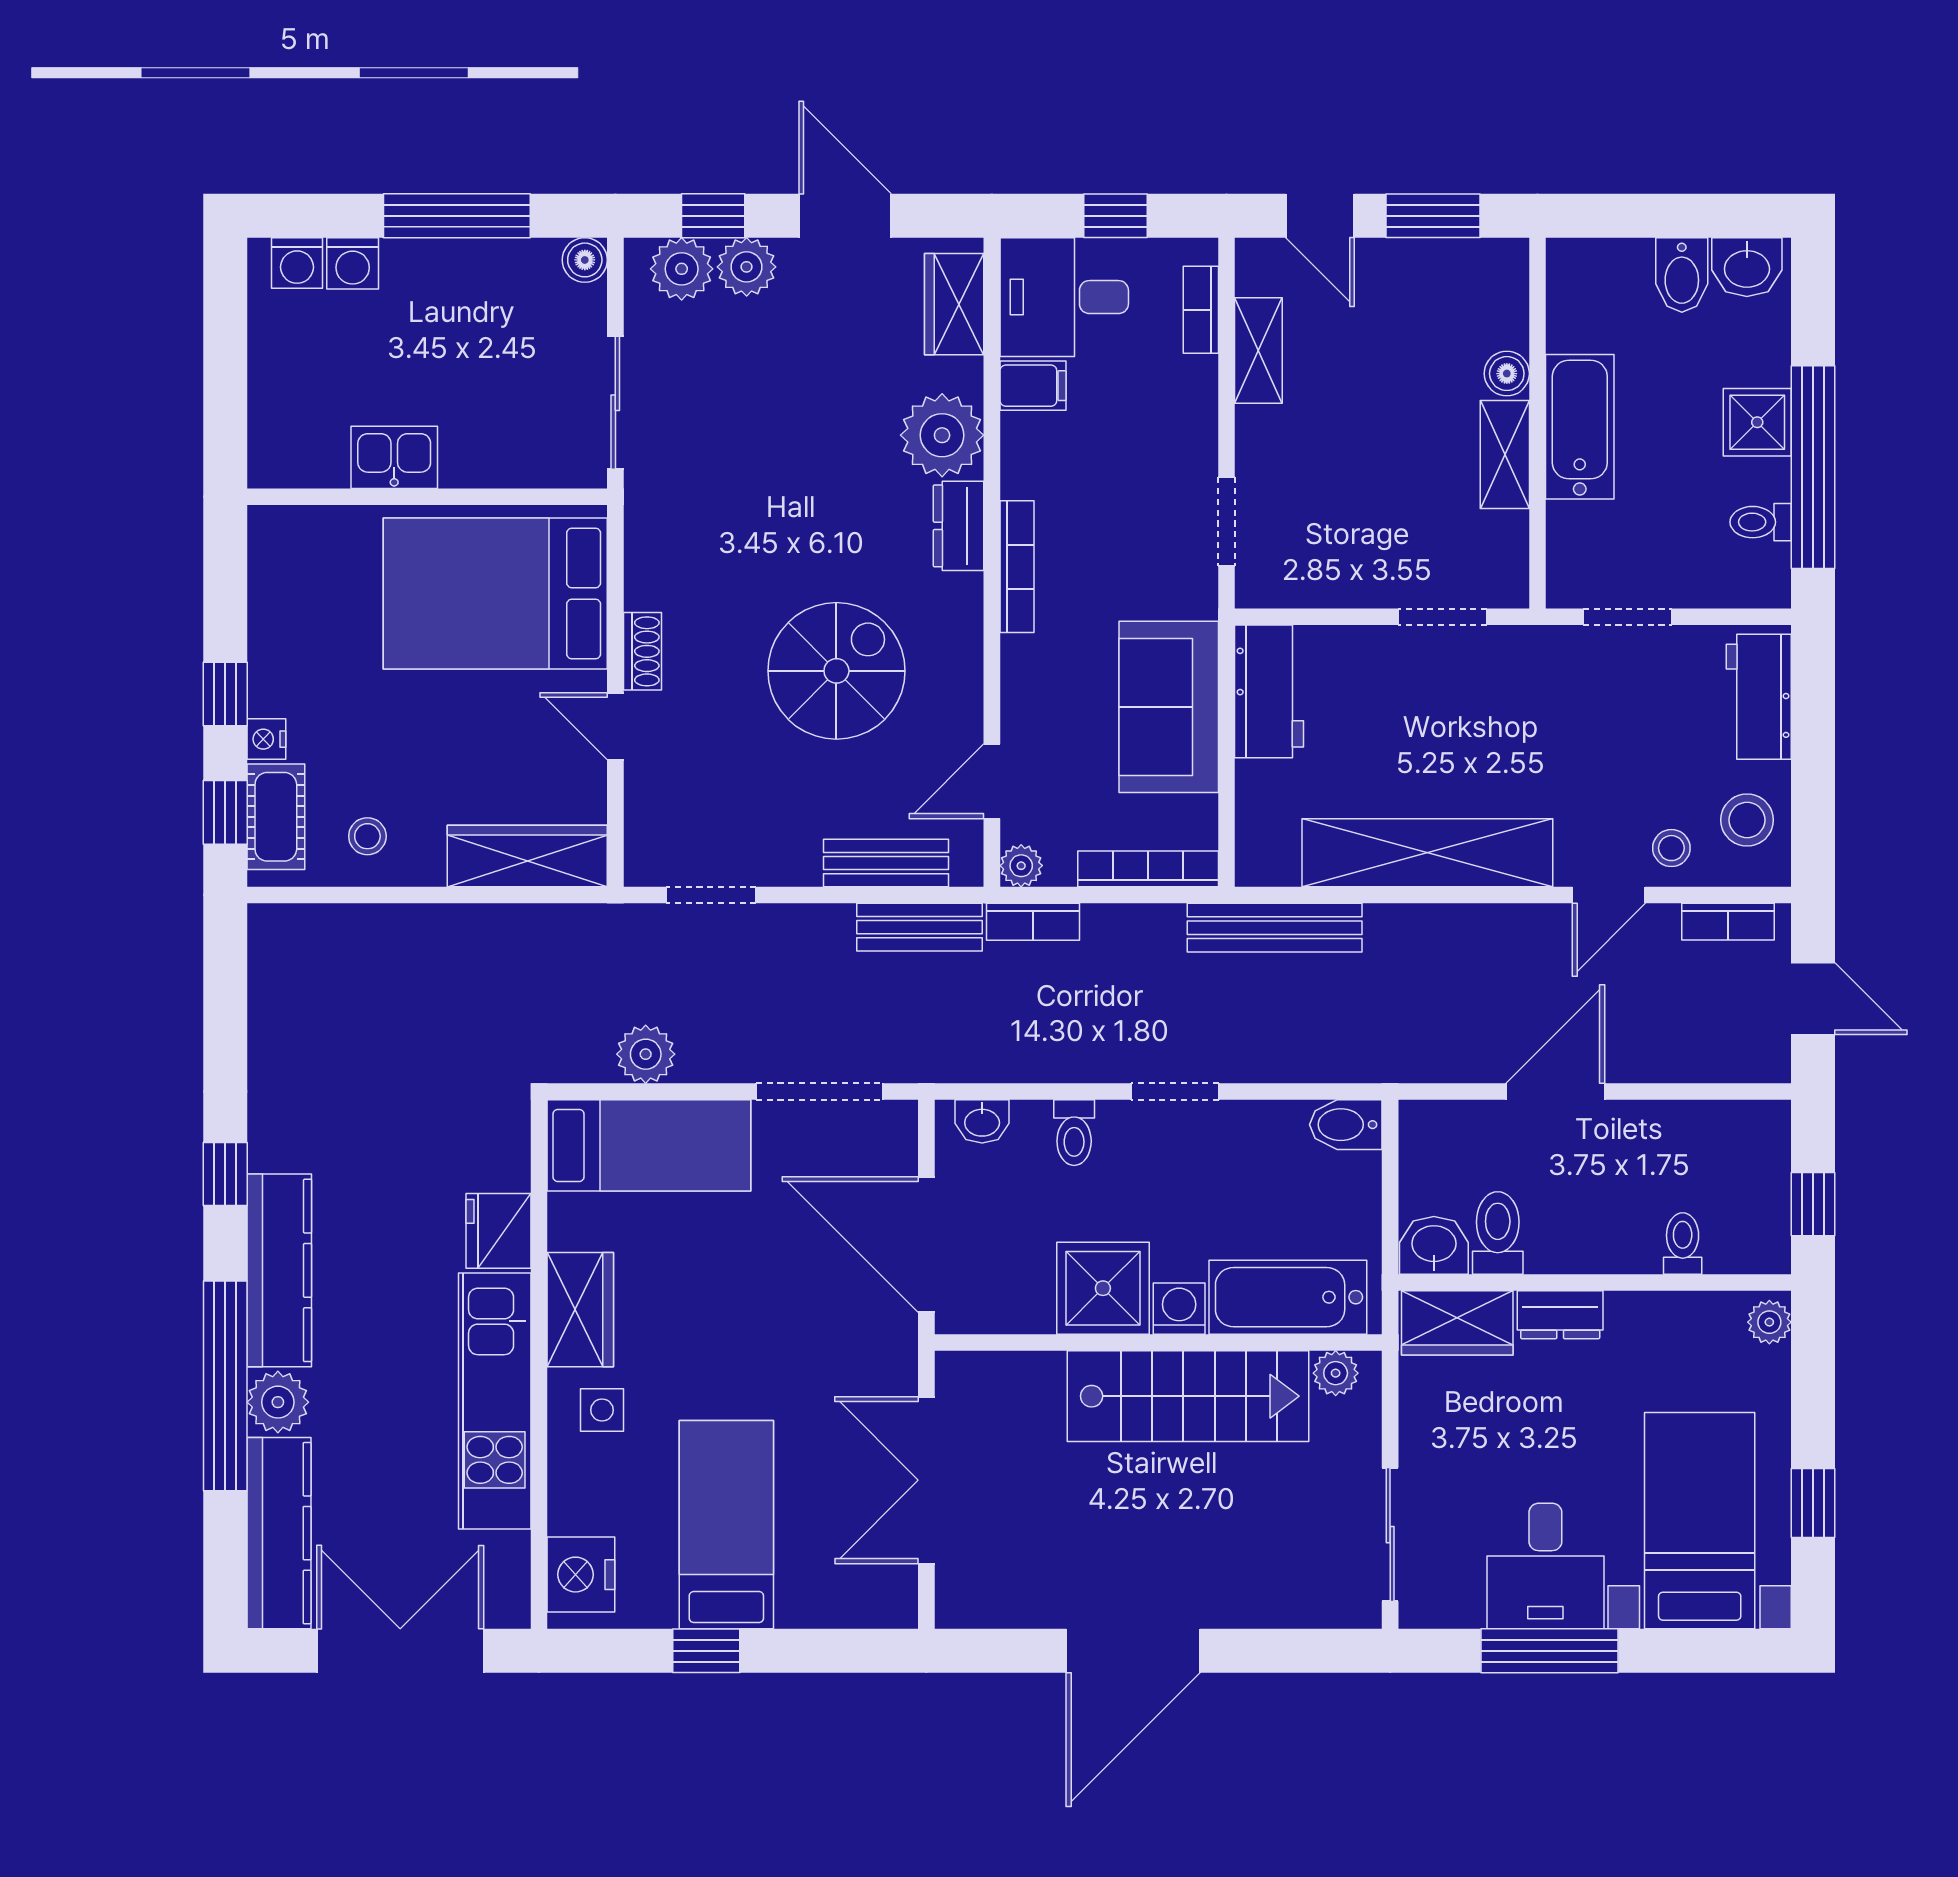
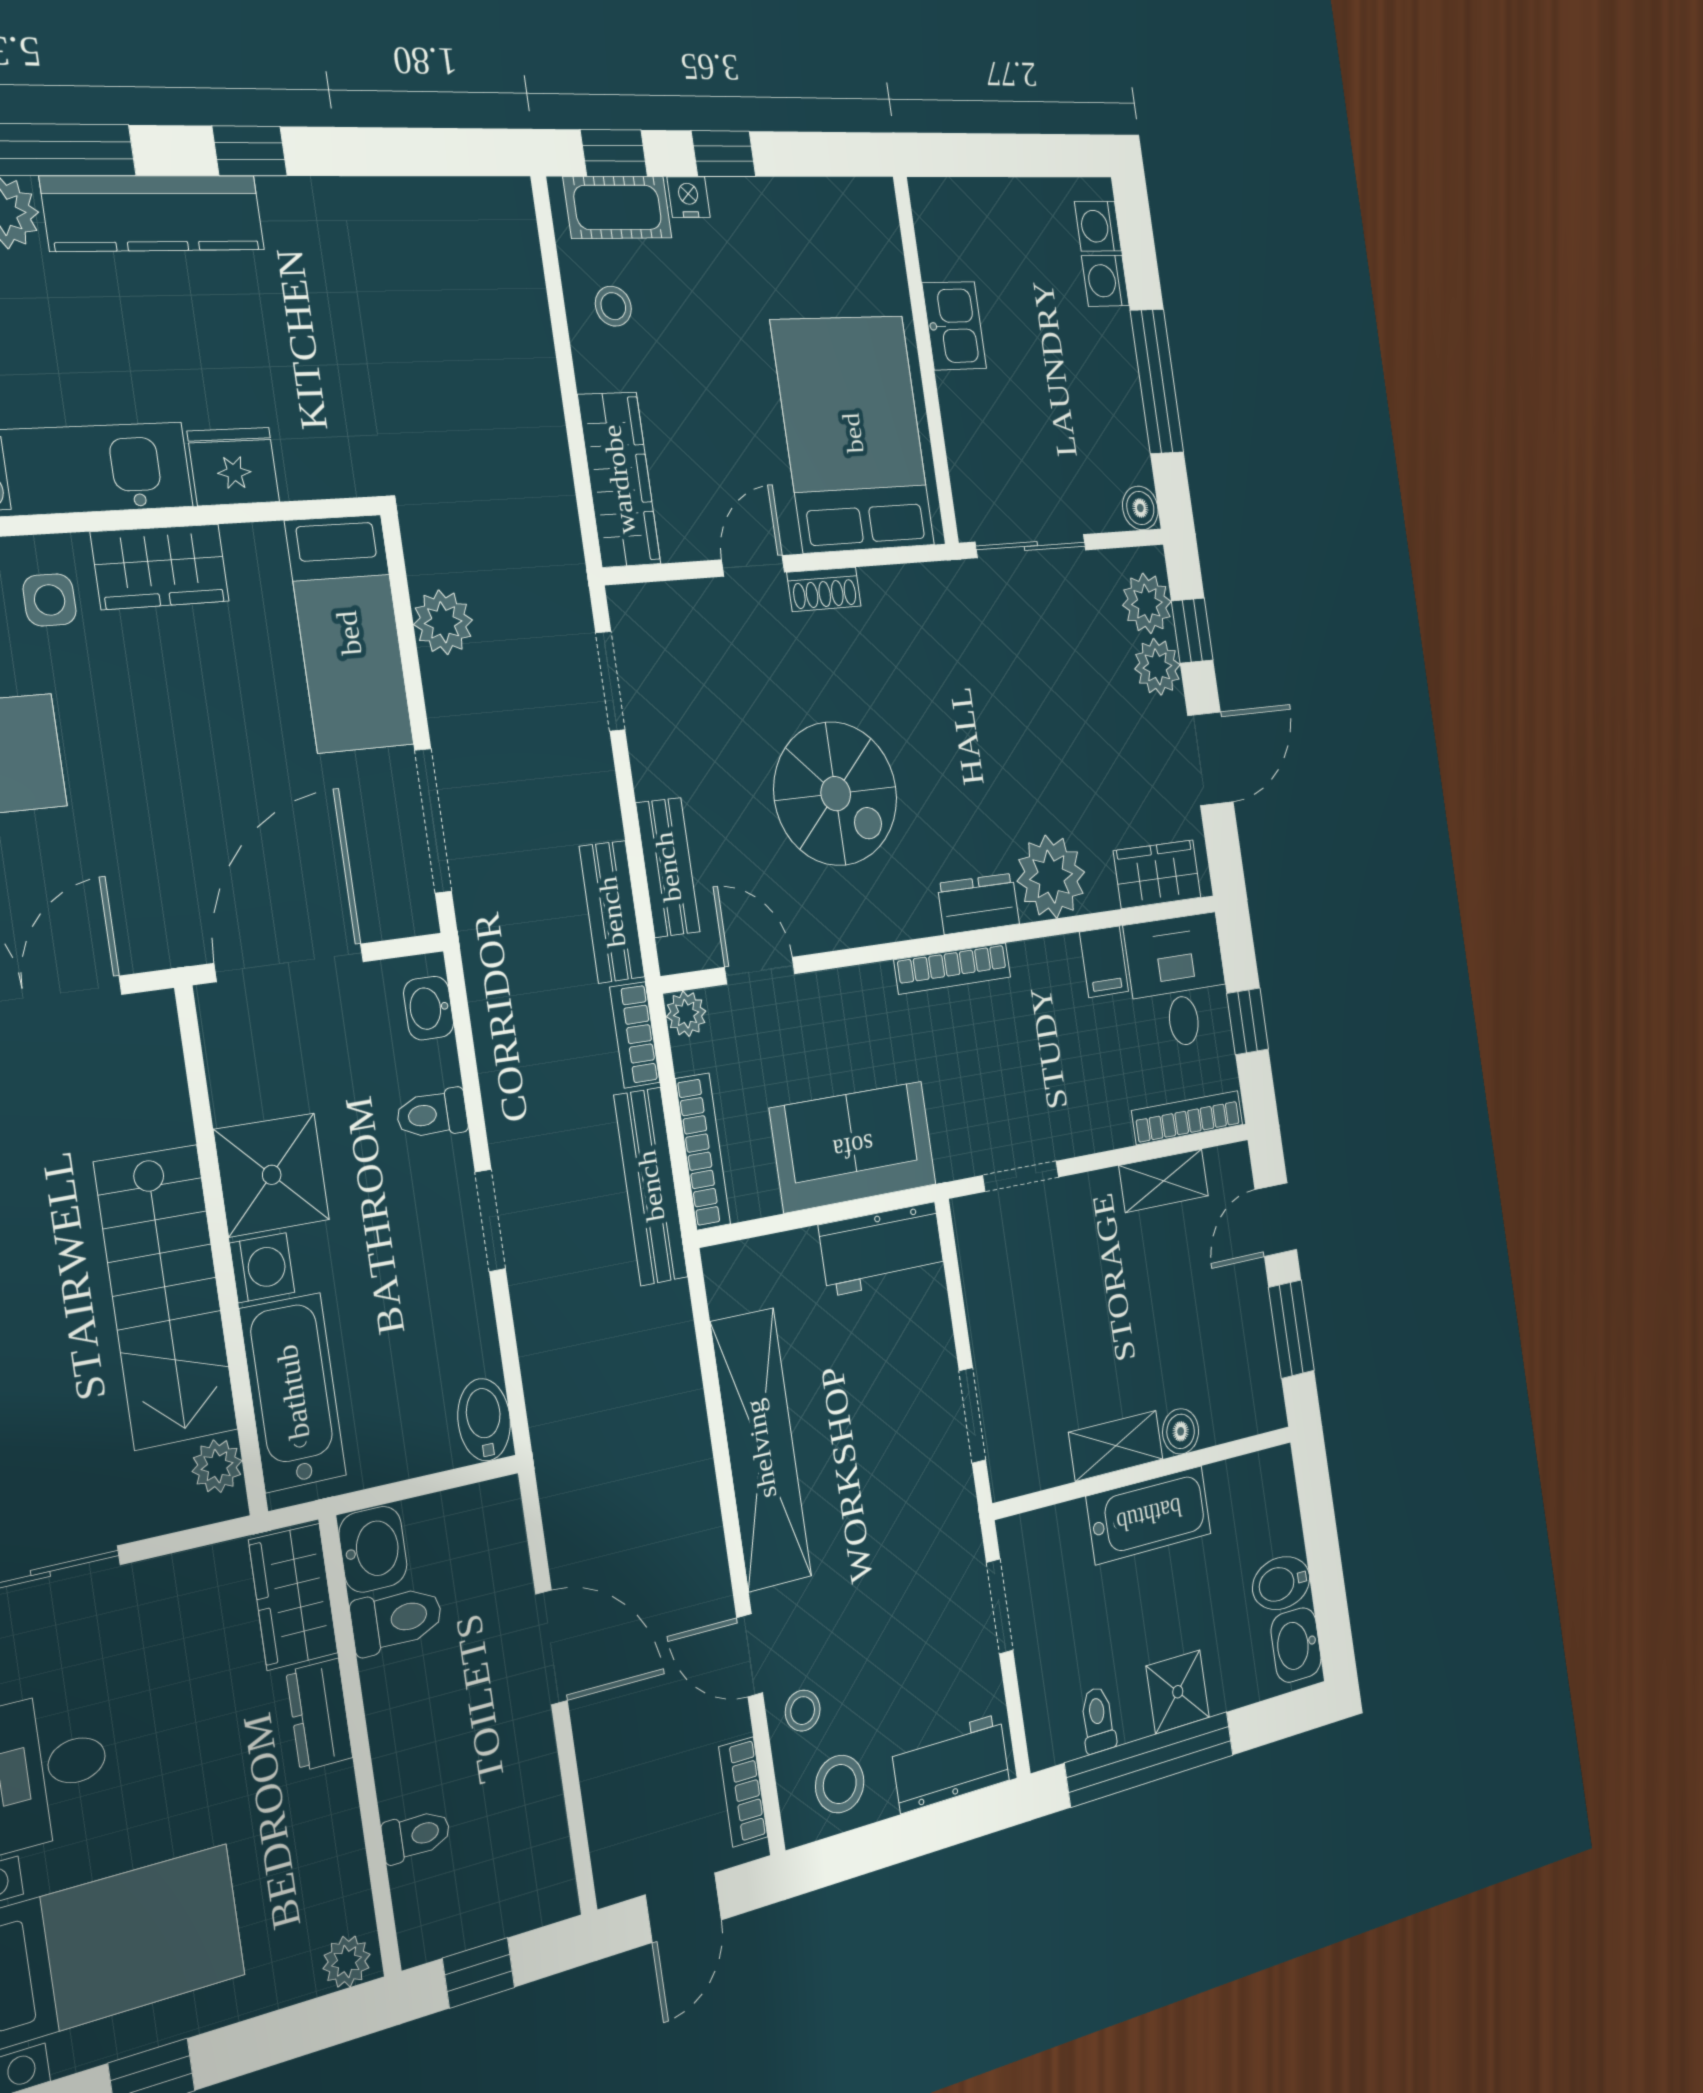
bookcase: (1201, 310) -> (1187, 1118), width x1.56
bench: (1275, 928) -> (651, 1186), moved

